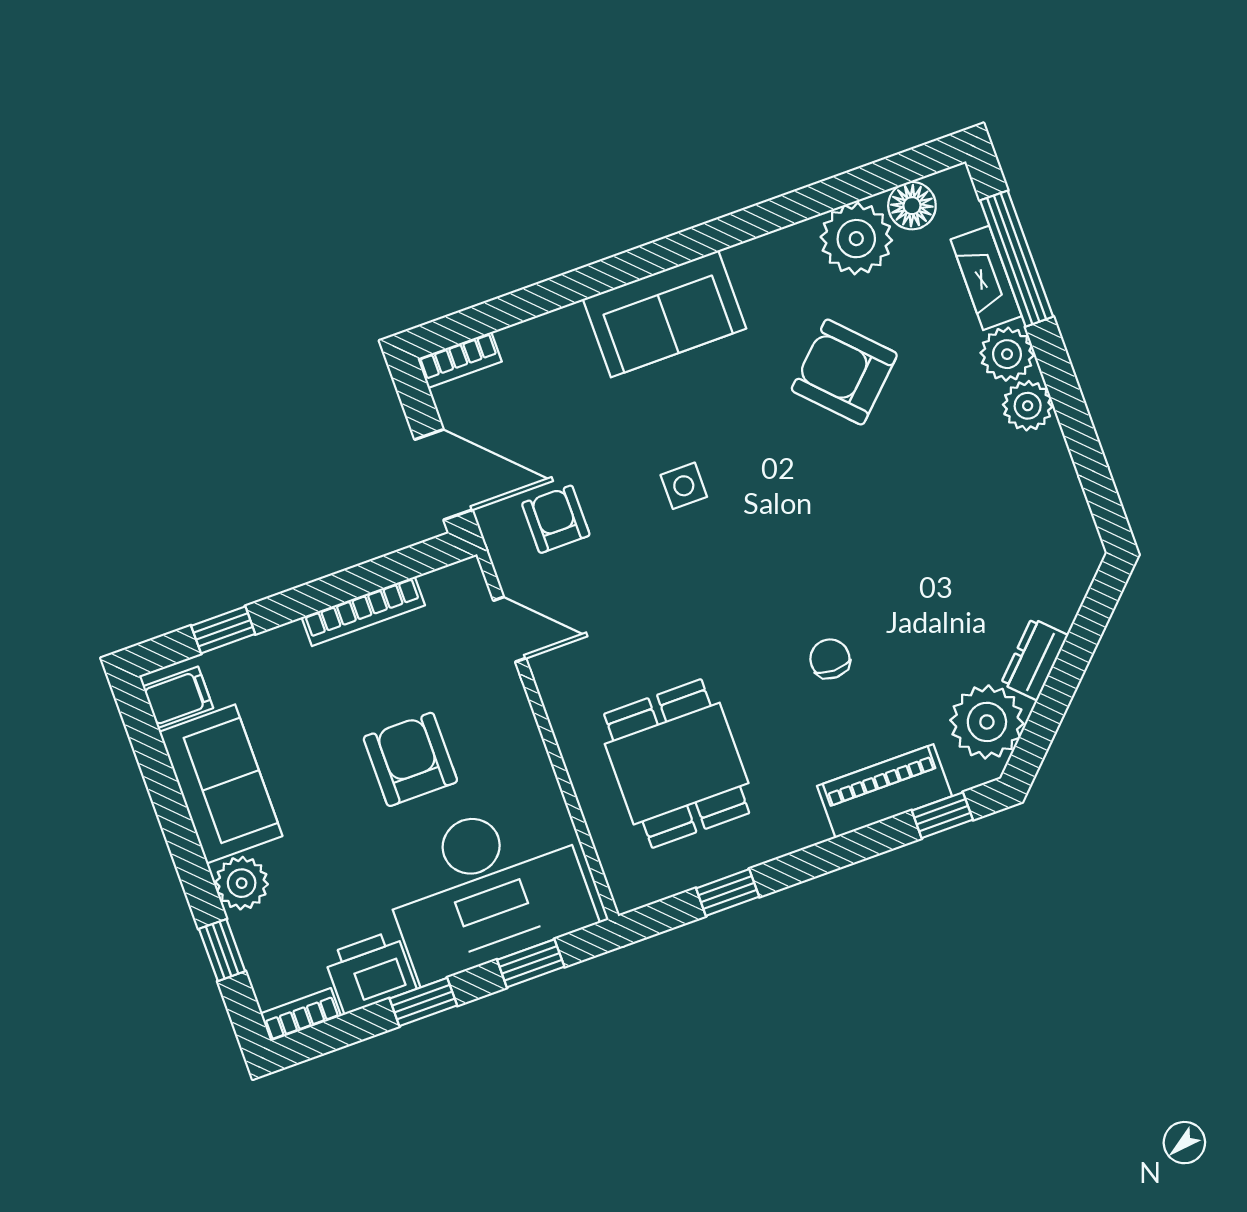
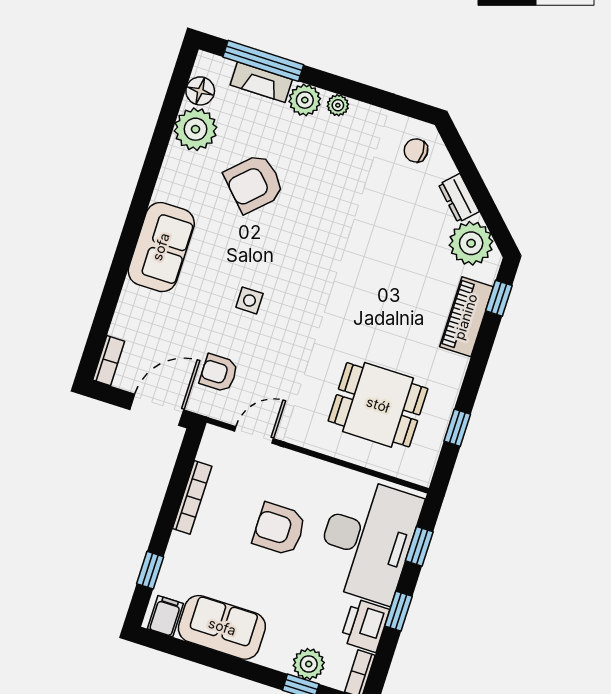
plant: (1028, 406) -> (338, 105), width x0.73, depth x0.73
chair: (830, 659) -> (416, 150), moved
plant: (242, 883) -> (309, 664), moved

